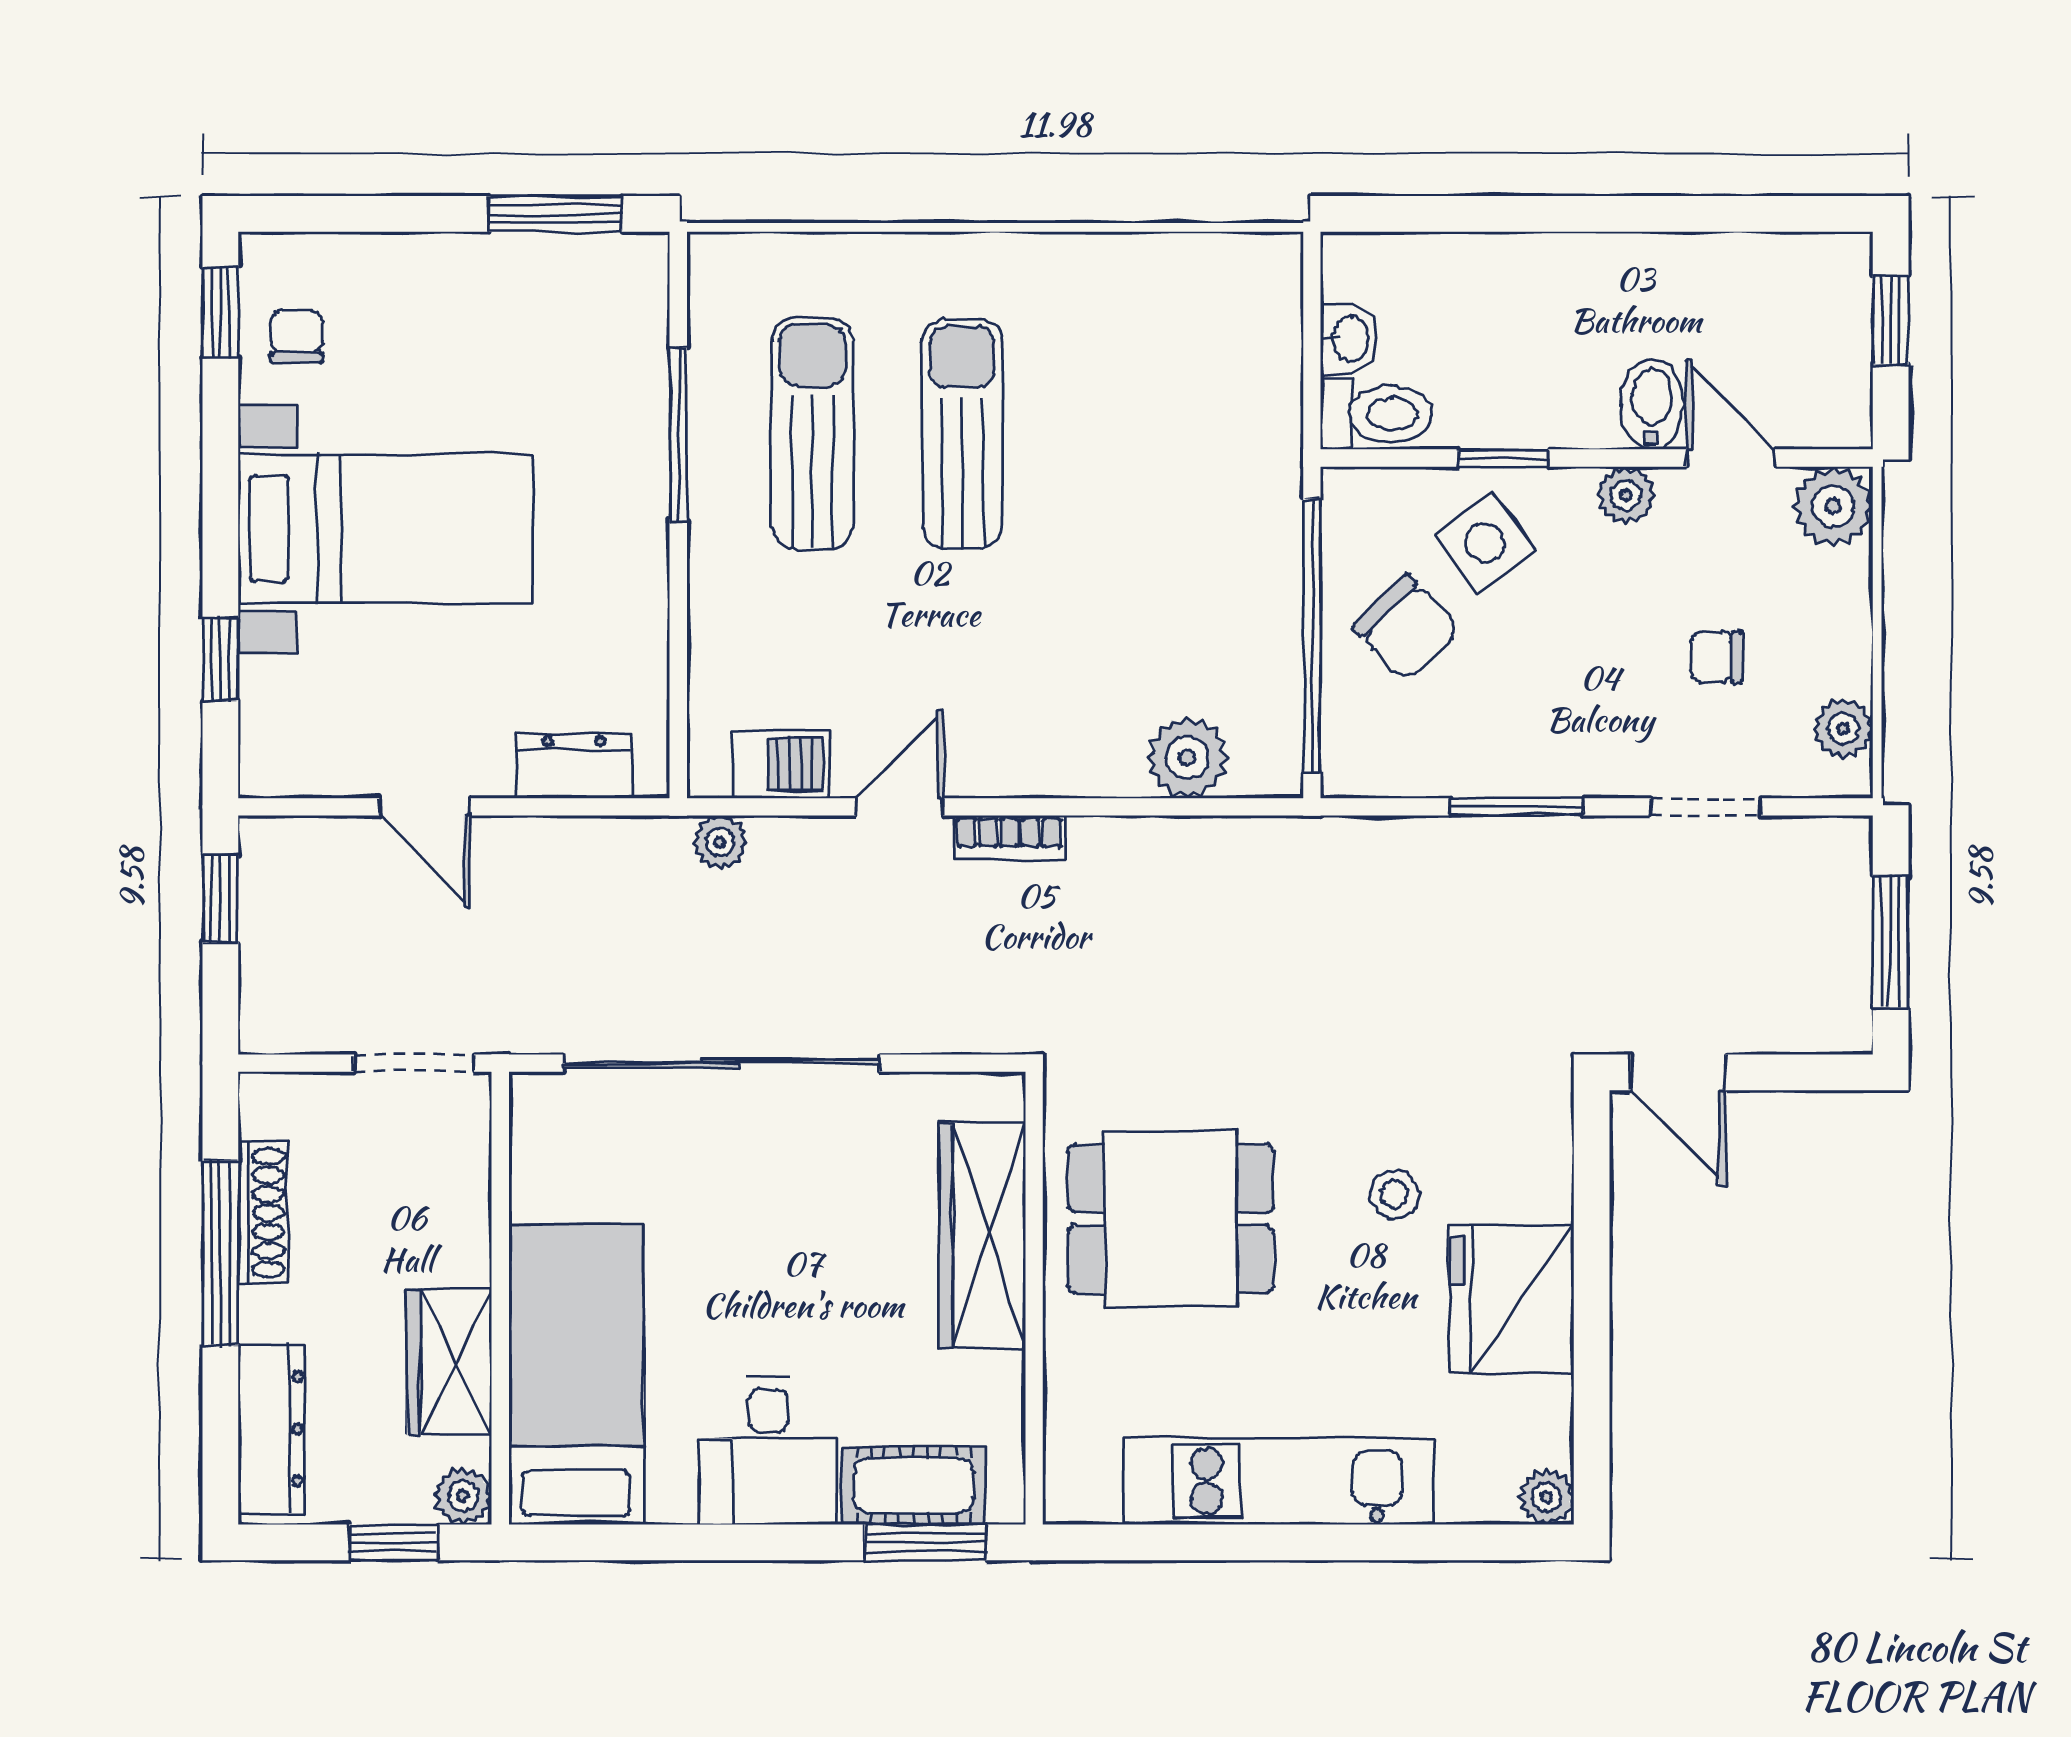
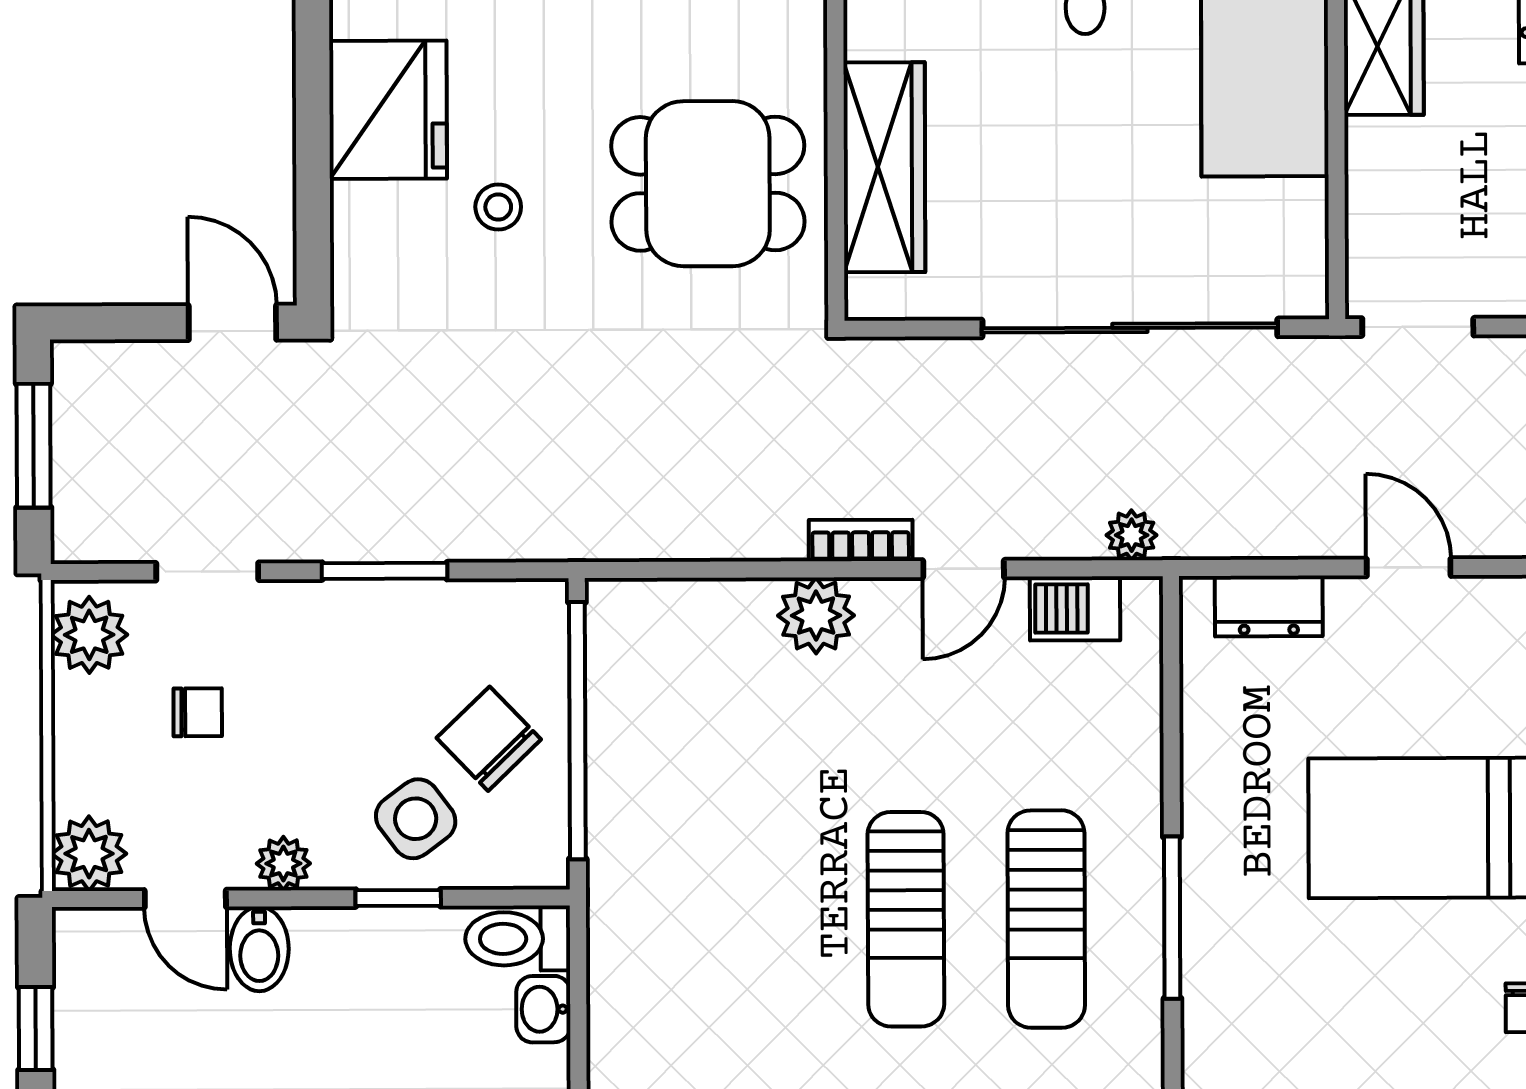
plant: (1843, 729) -> (89, 635), width x1.38, depth x1.38
plant: (1187, 758) -> (816, 616), moved

